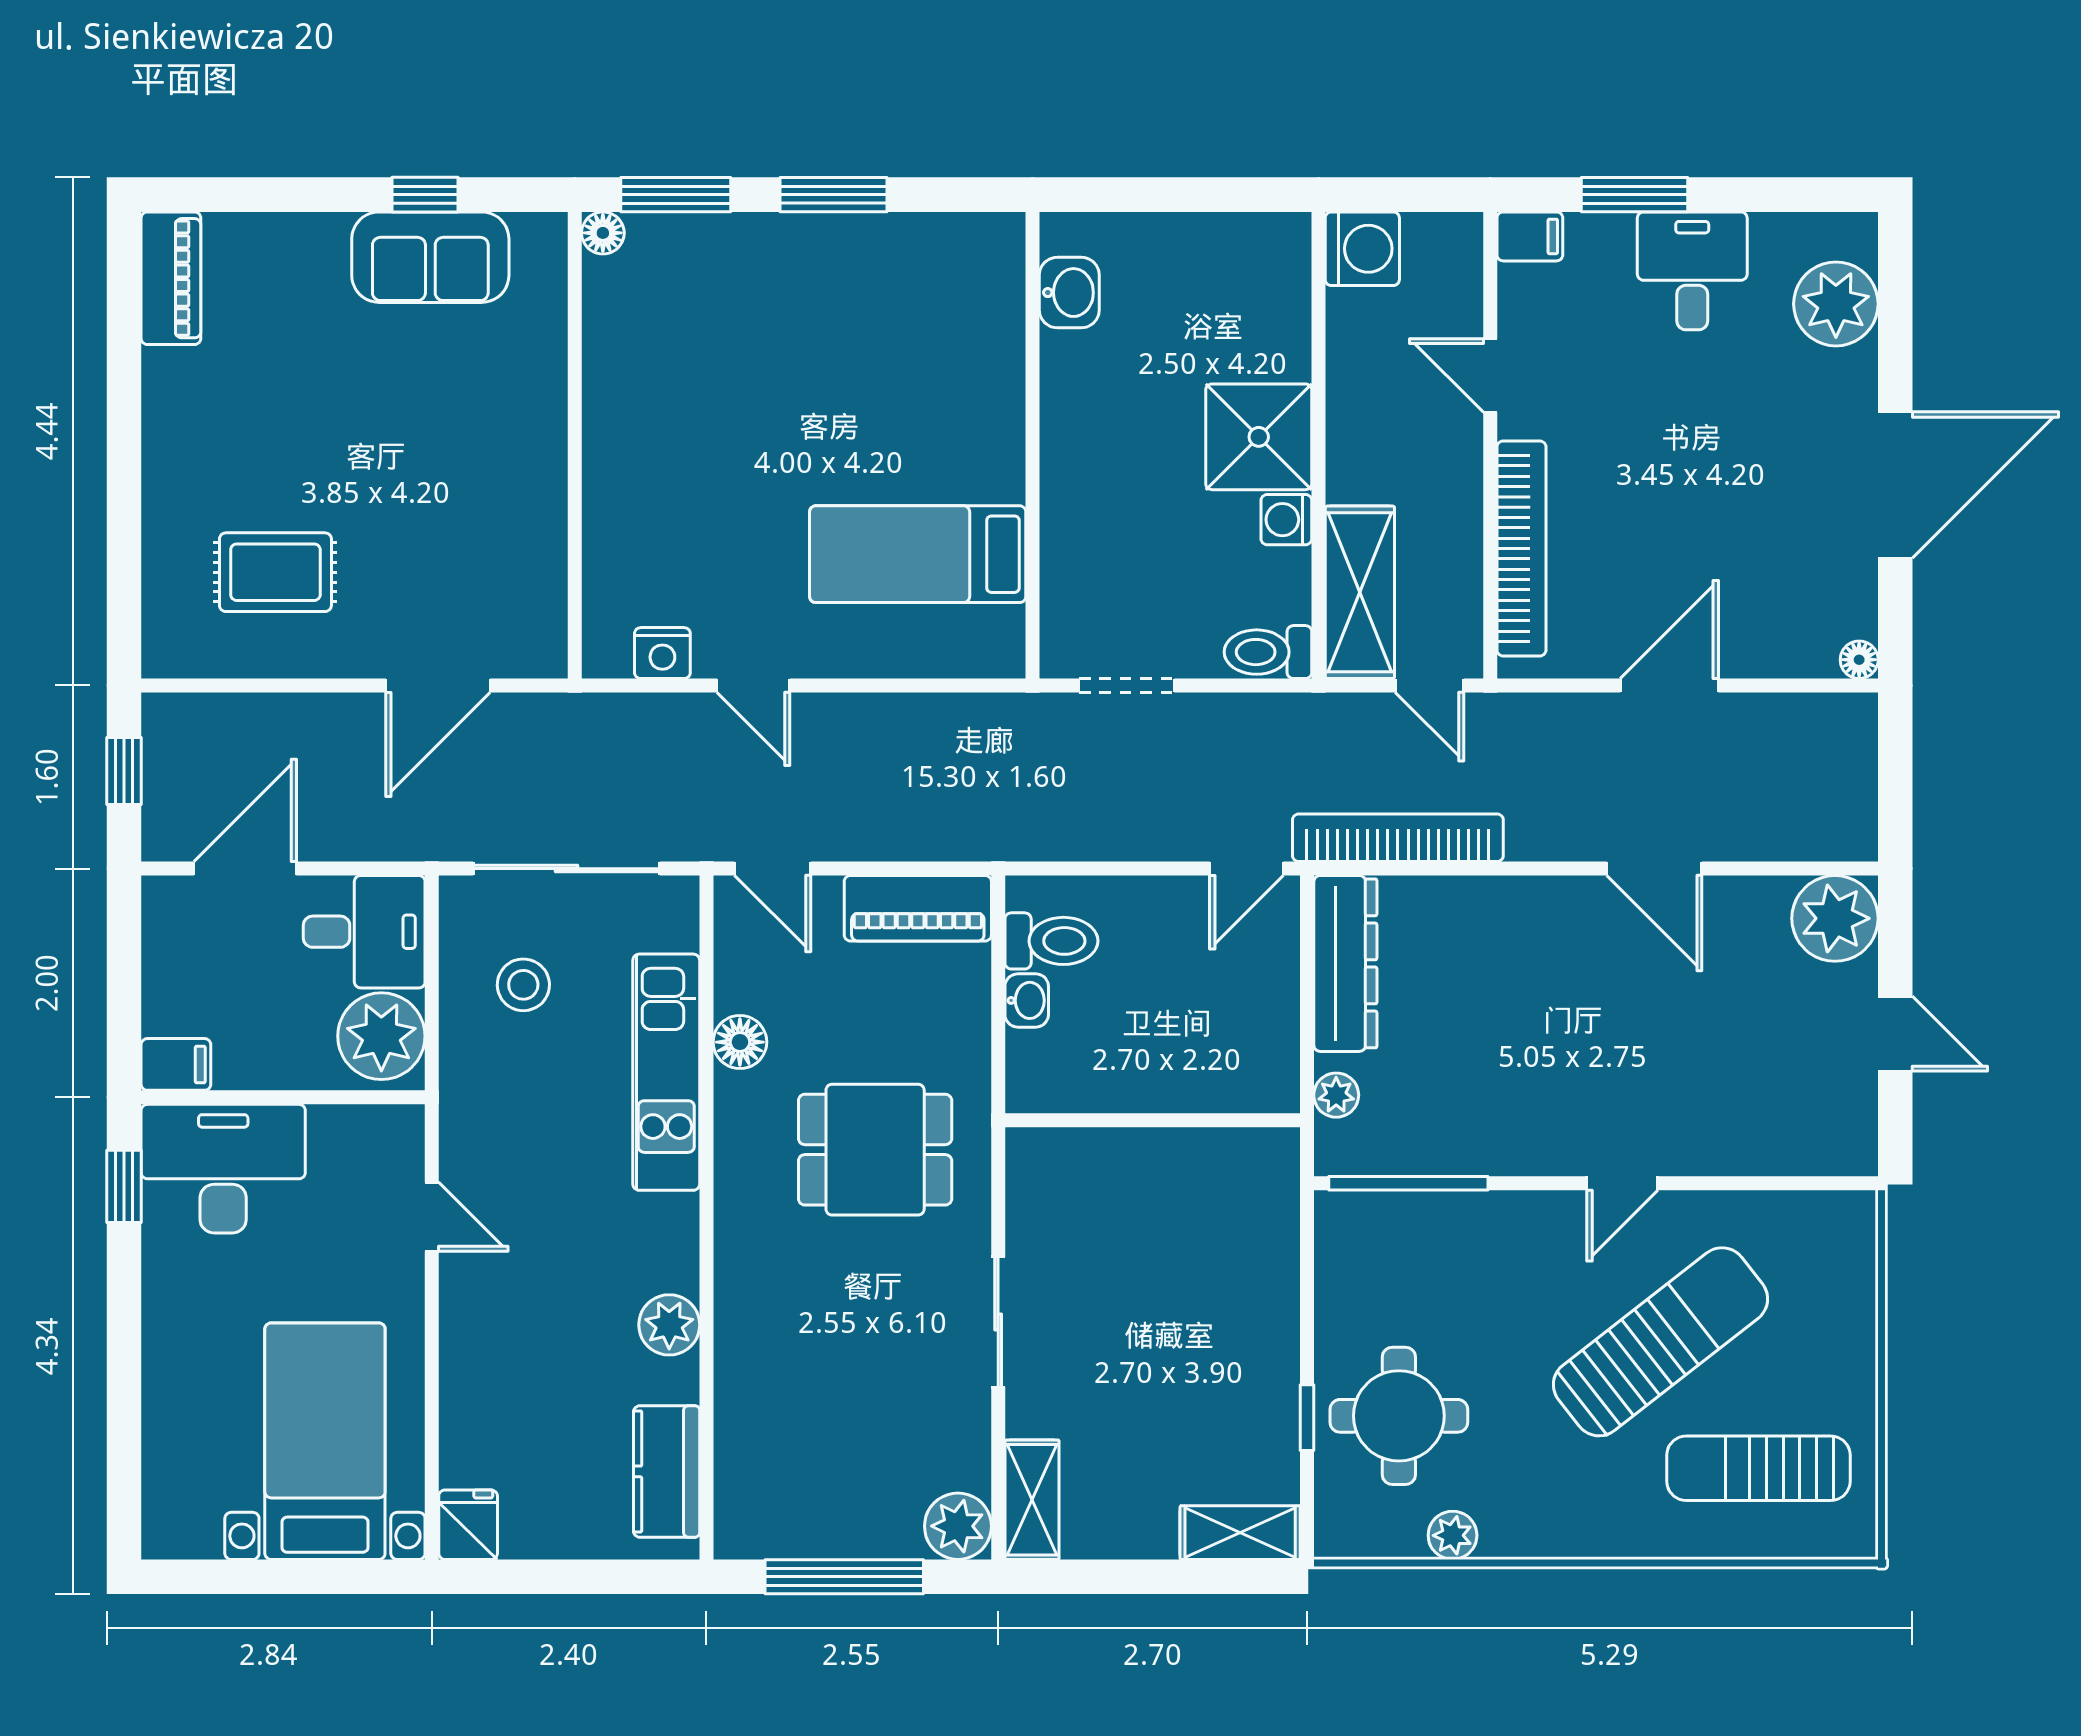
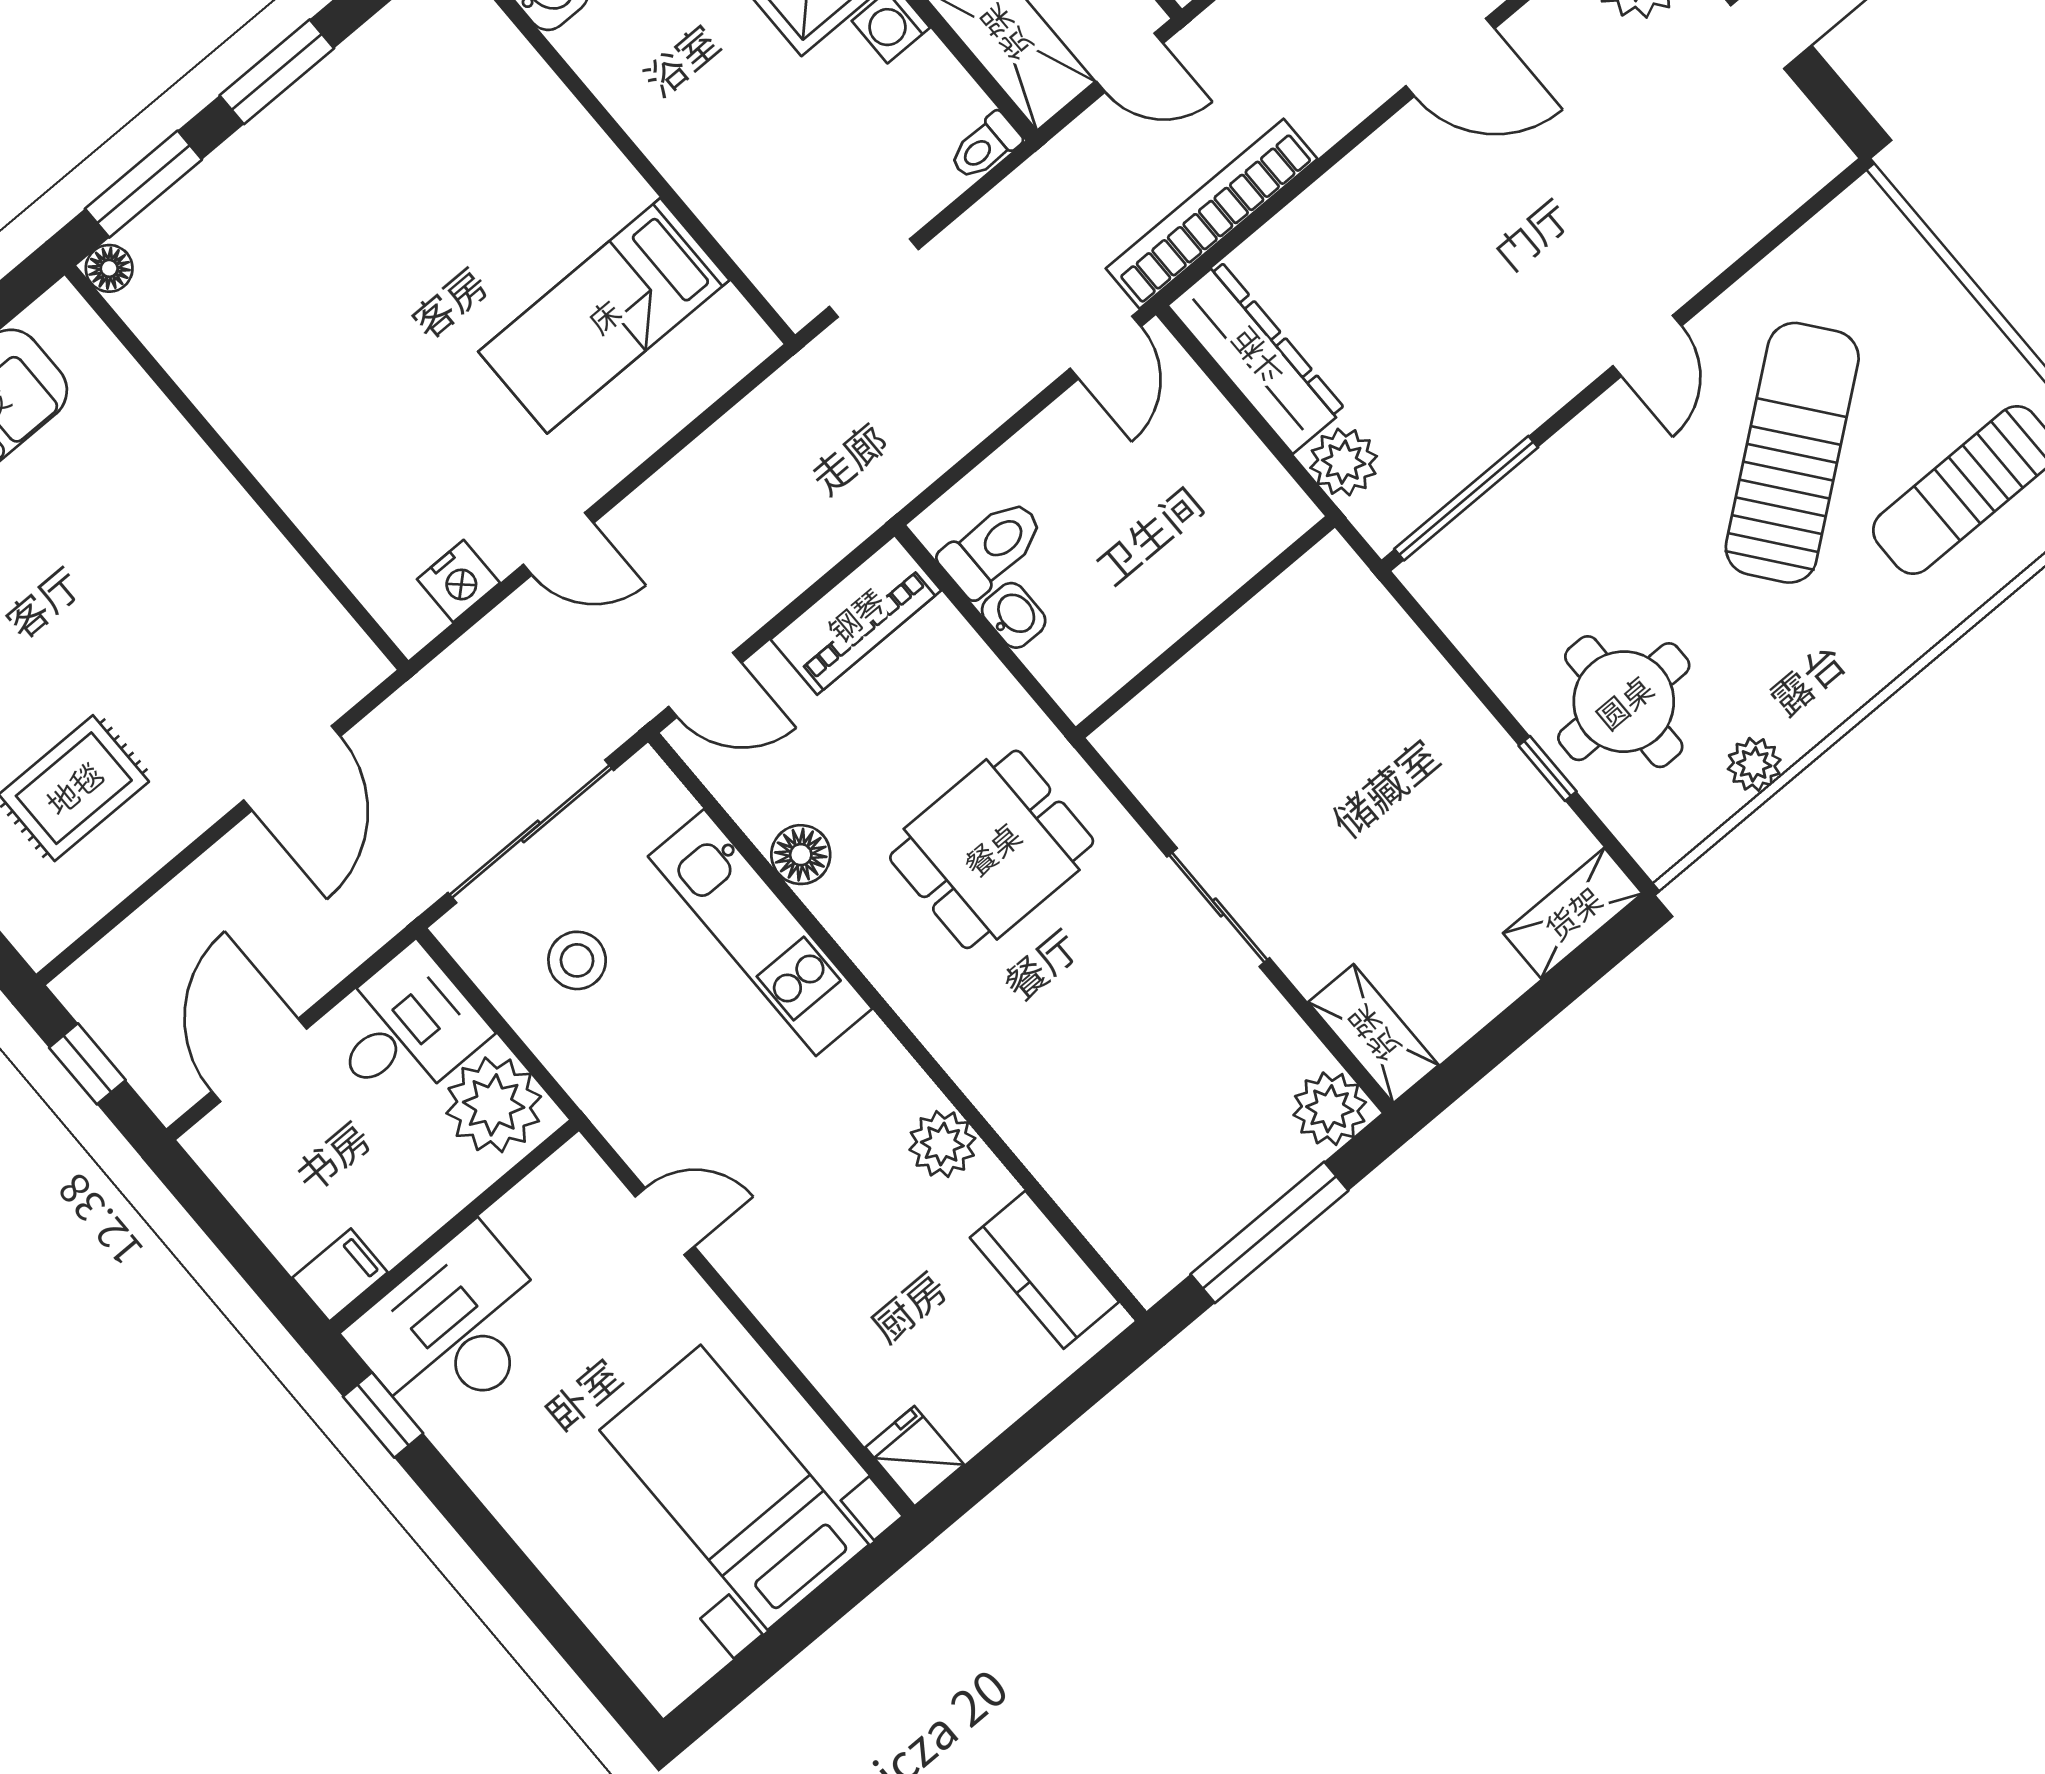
toilet: (1268, 652) -> (985, 147), width x0.73, depth x0.72
plant: (1336, 1095) -> (1344, 462), width x1.38, depth x1.38

